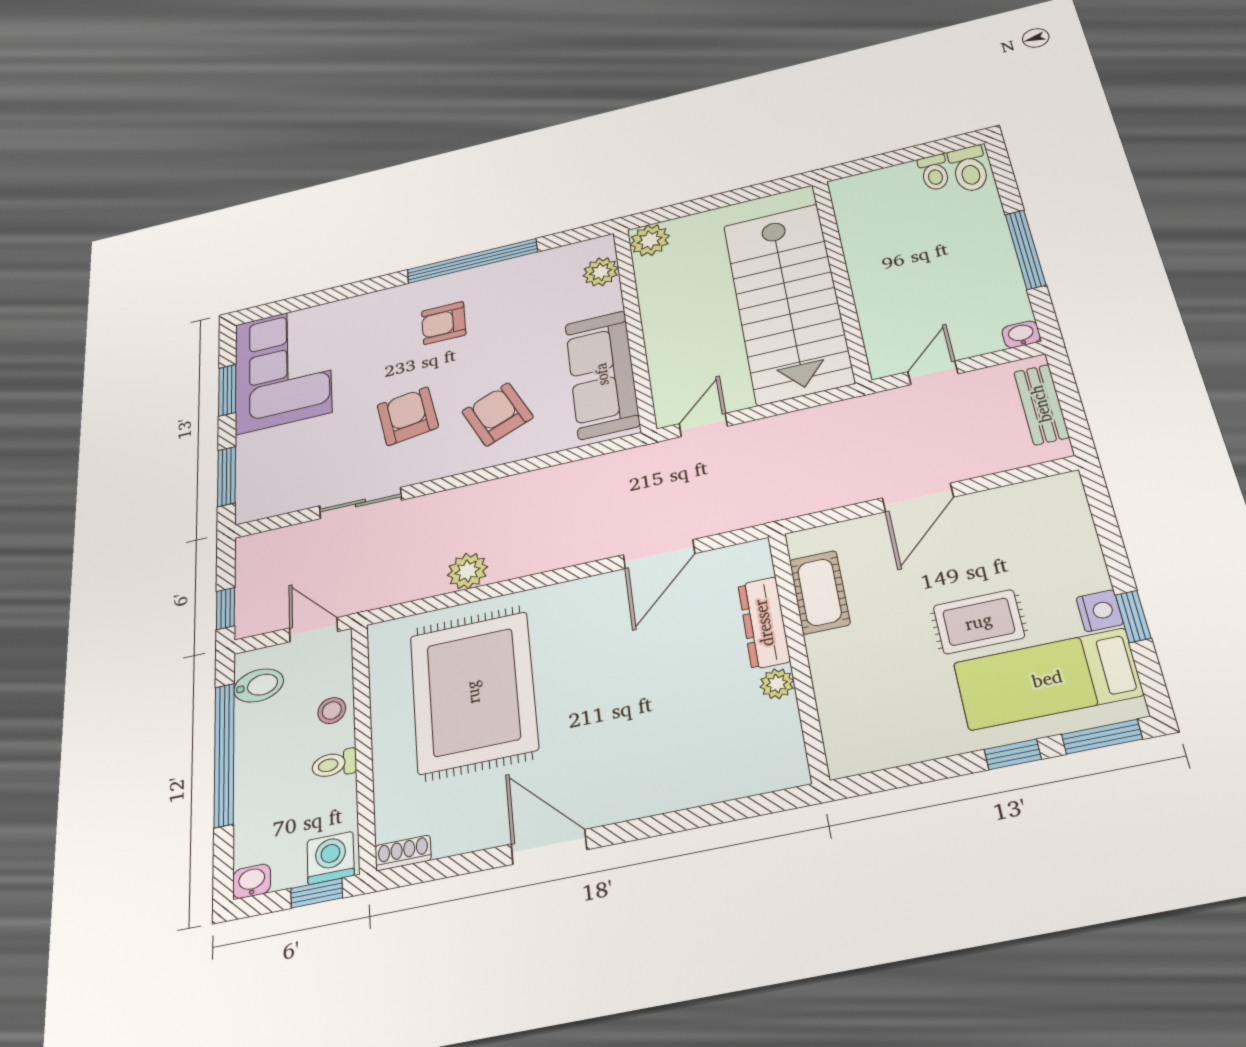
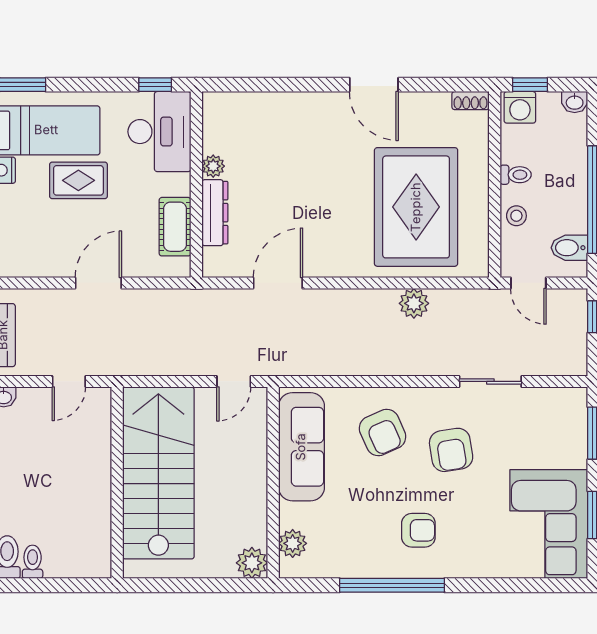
desk: (868, 714) -> (159, 132), added
window: (1013, 754) -> (155, 85), moved

